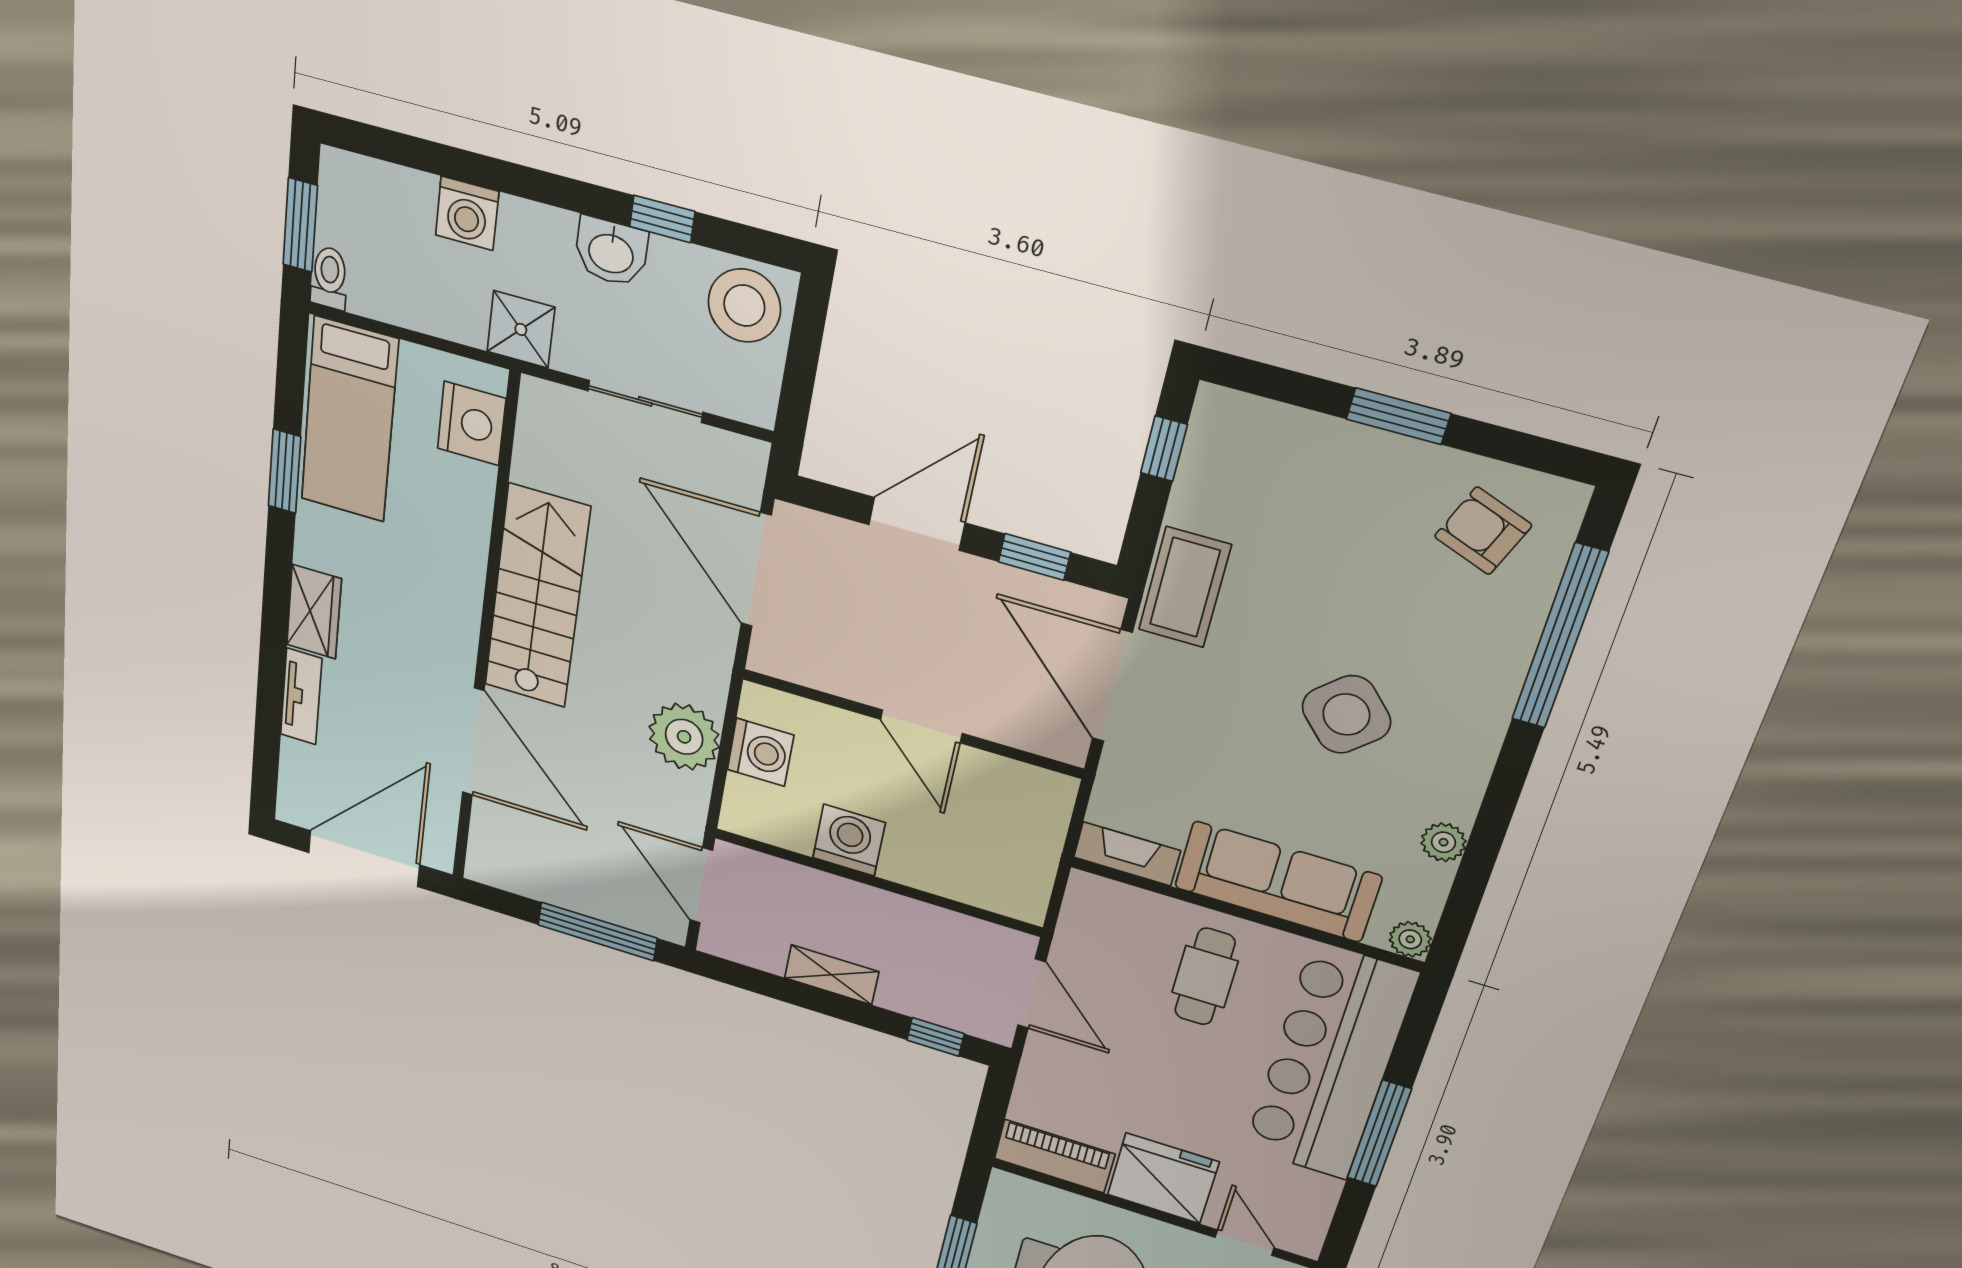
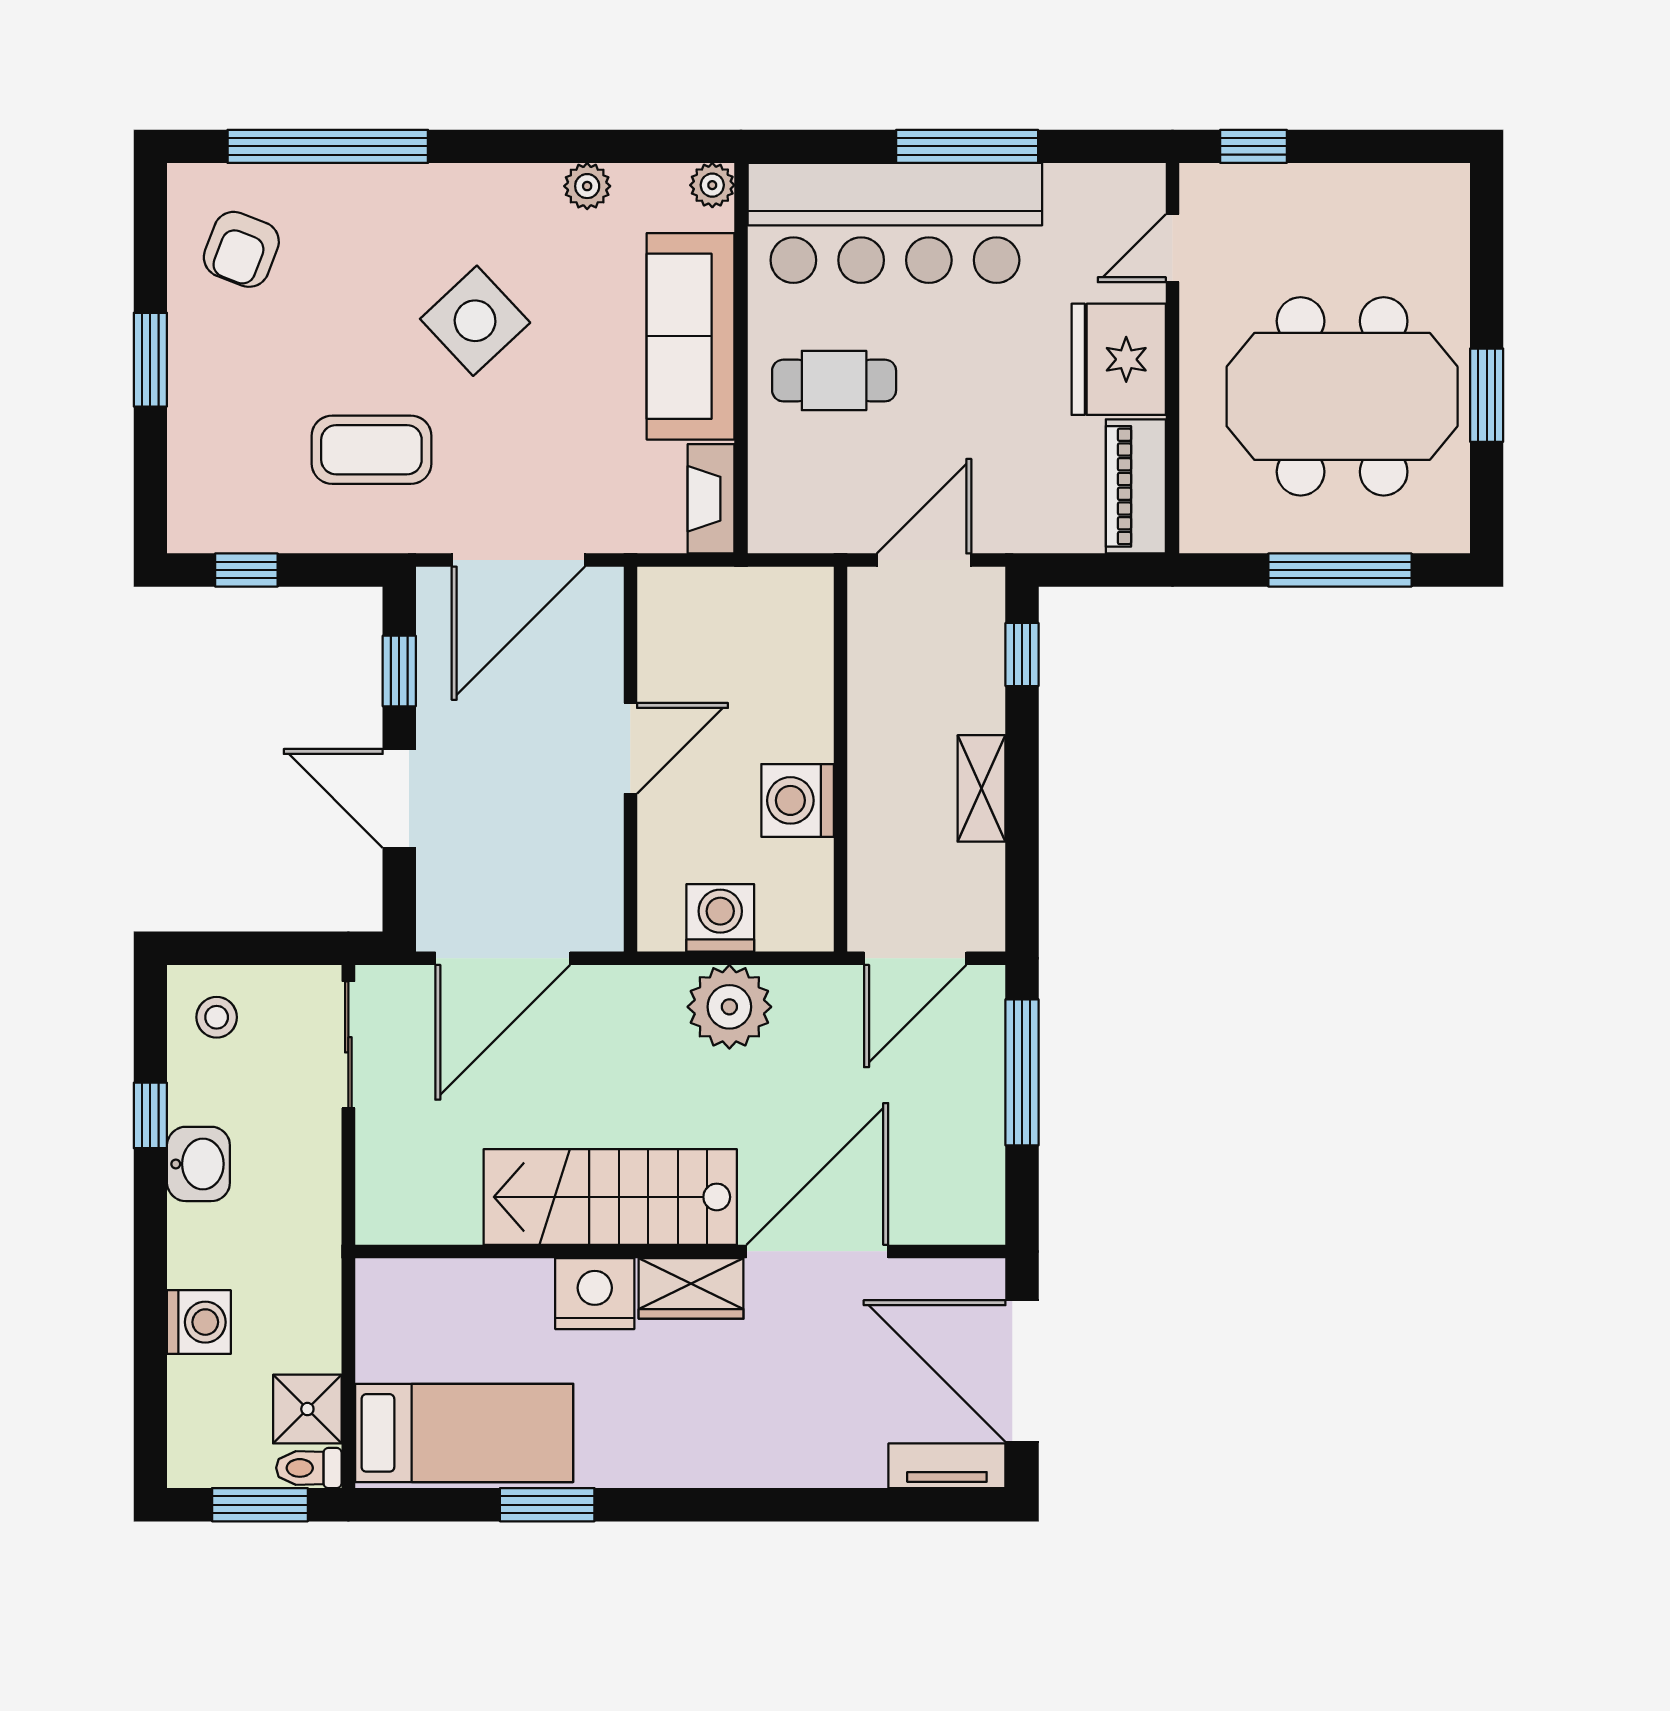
stool: (744, 306) -> (217, 1017), width x0.53, depth x0.53
shower: (521, 329) -> (307, 1409), moved
sliding door: (645, 401) -> (348, 1045), moved
nightstand: (472, 424) -> (595, 1294), moved
coffee table: (1185, 587) -> (371, 450), moved
wardrobe: (314, 612) -> (691, 1288), moved, turned 180
tv unit: (301, 697) -> (947, 1466), moved

